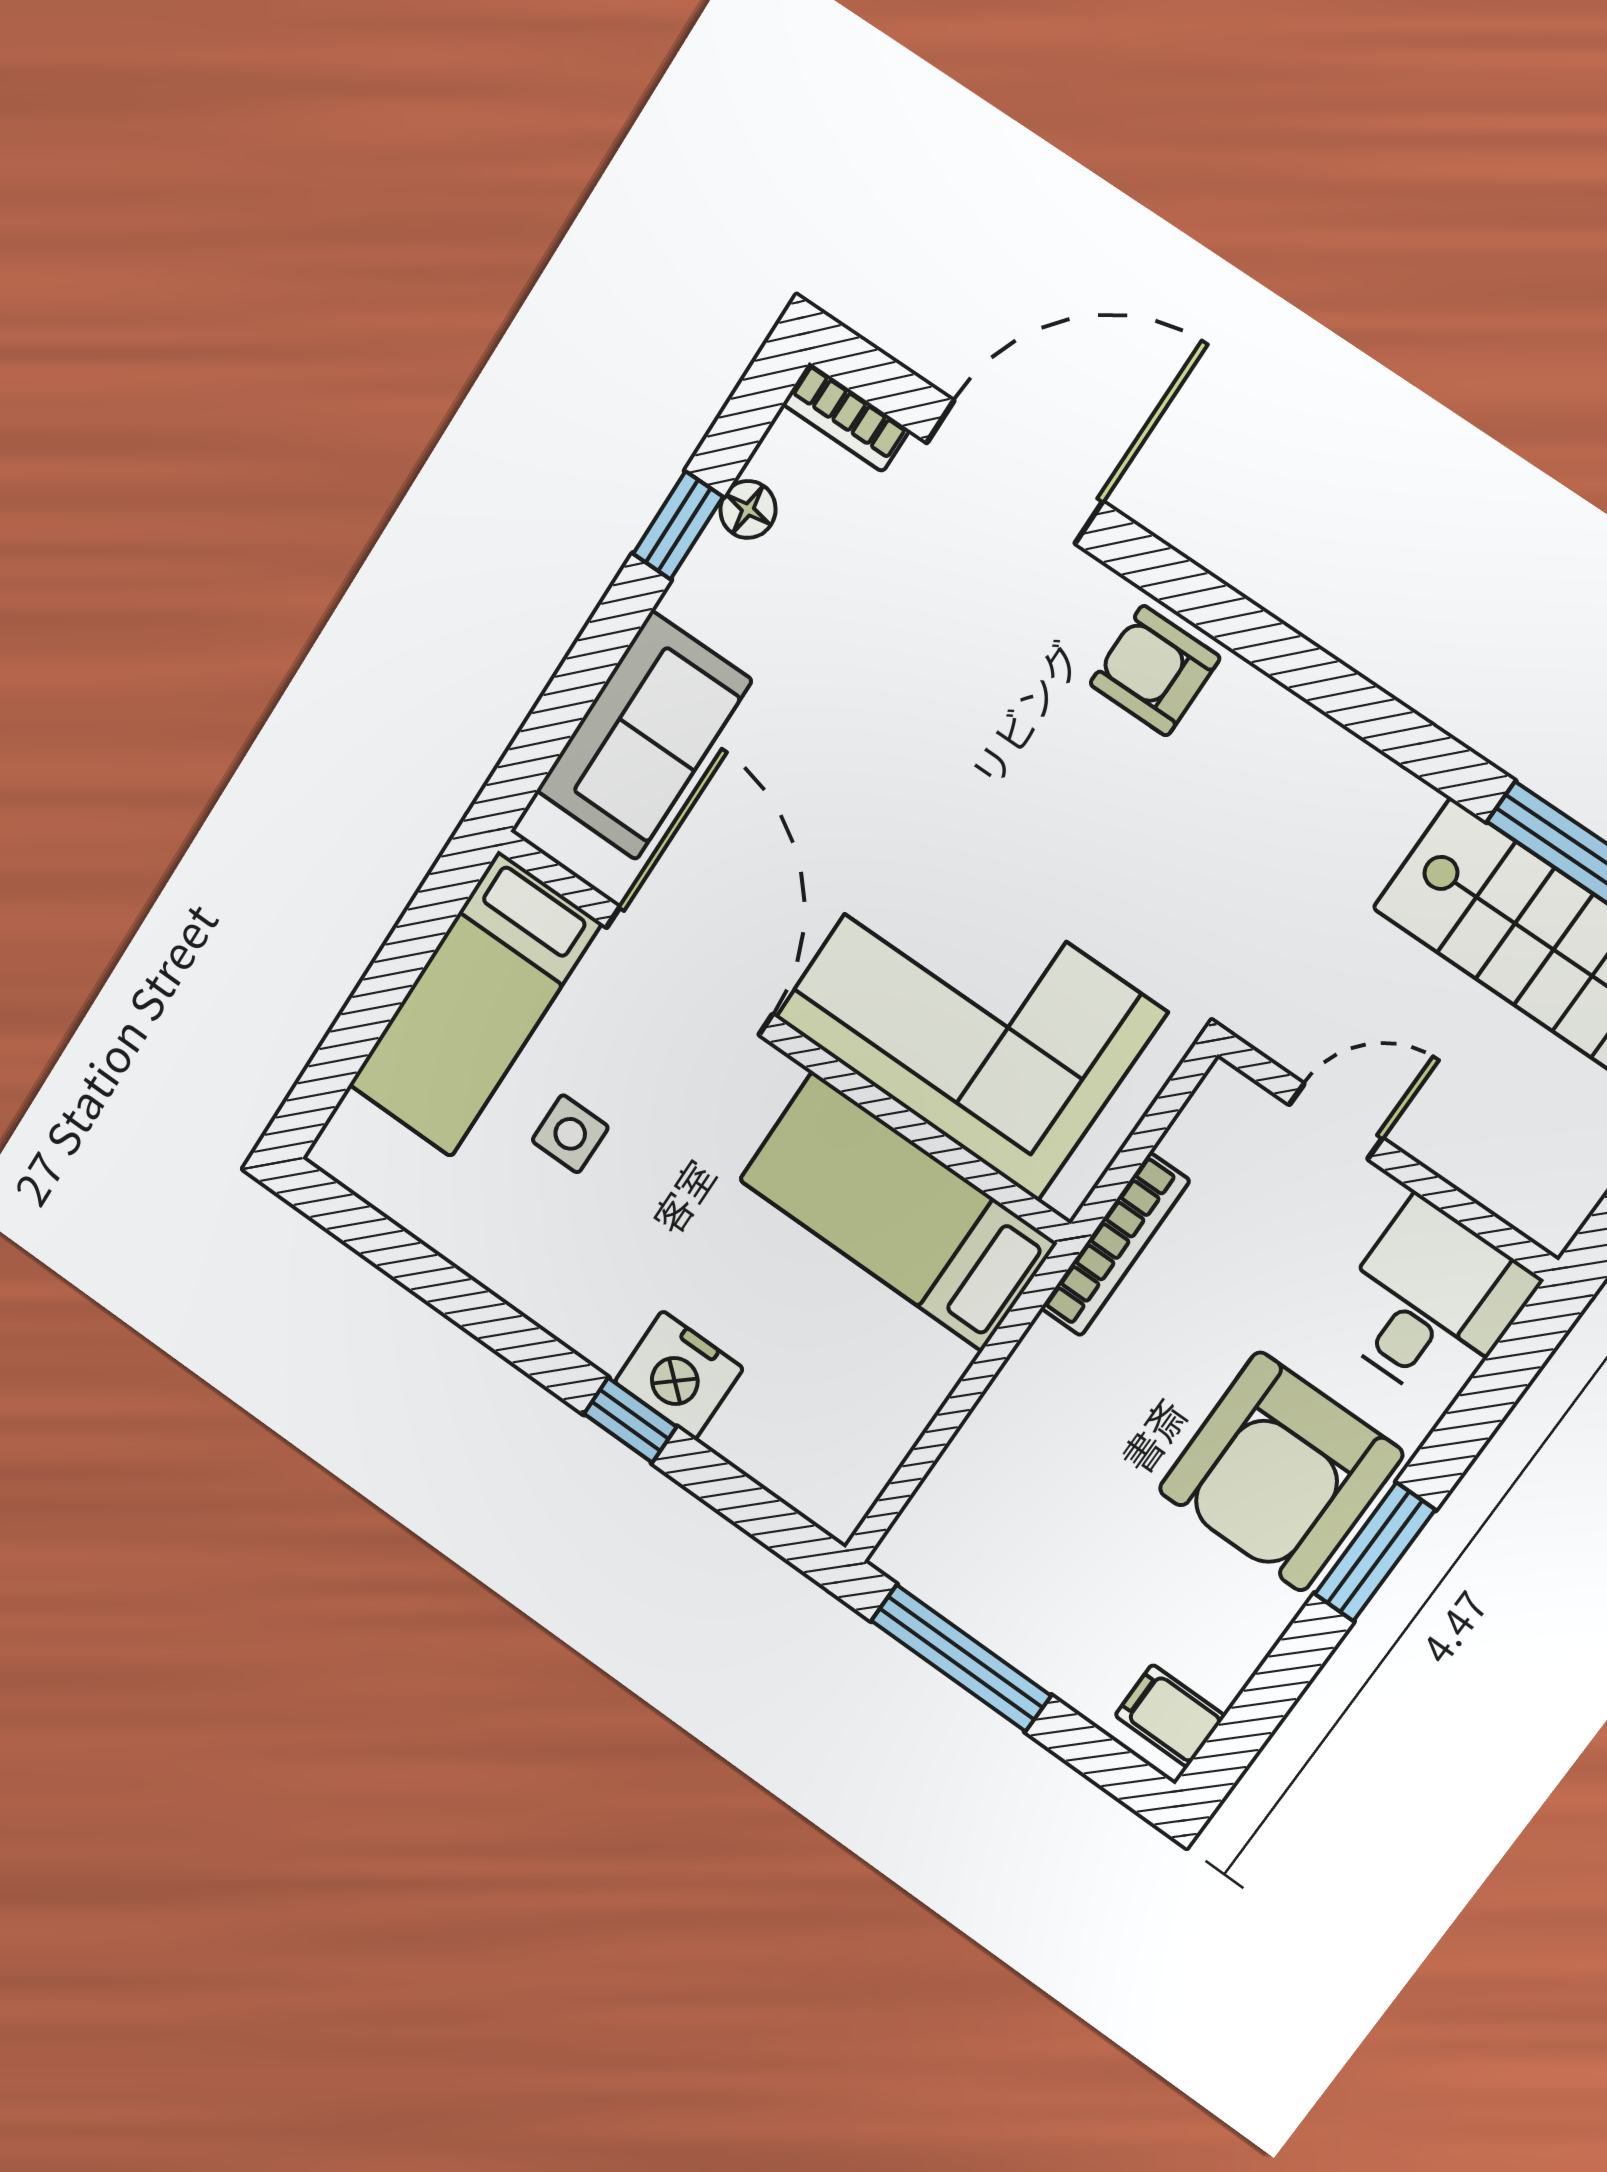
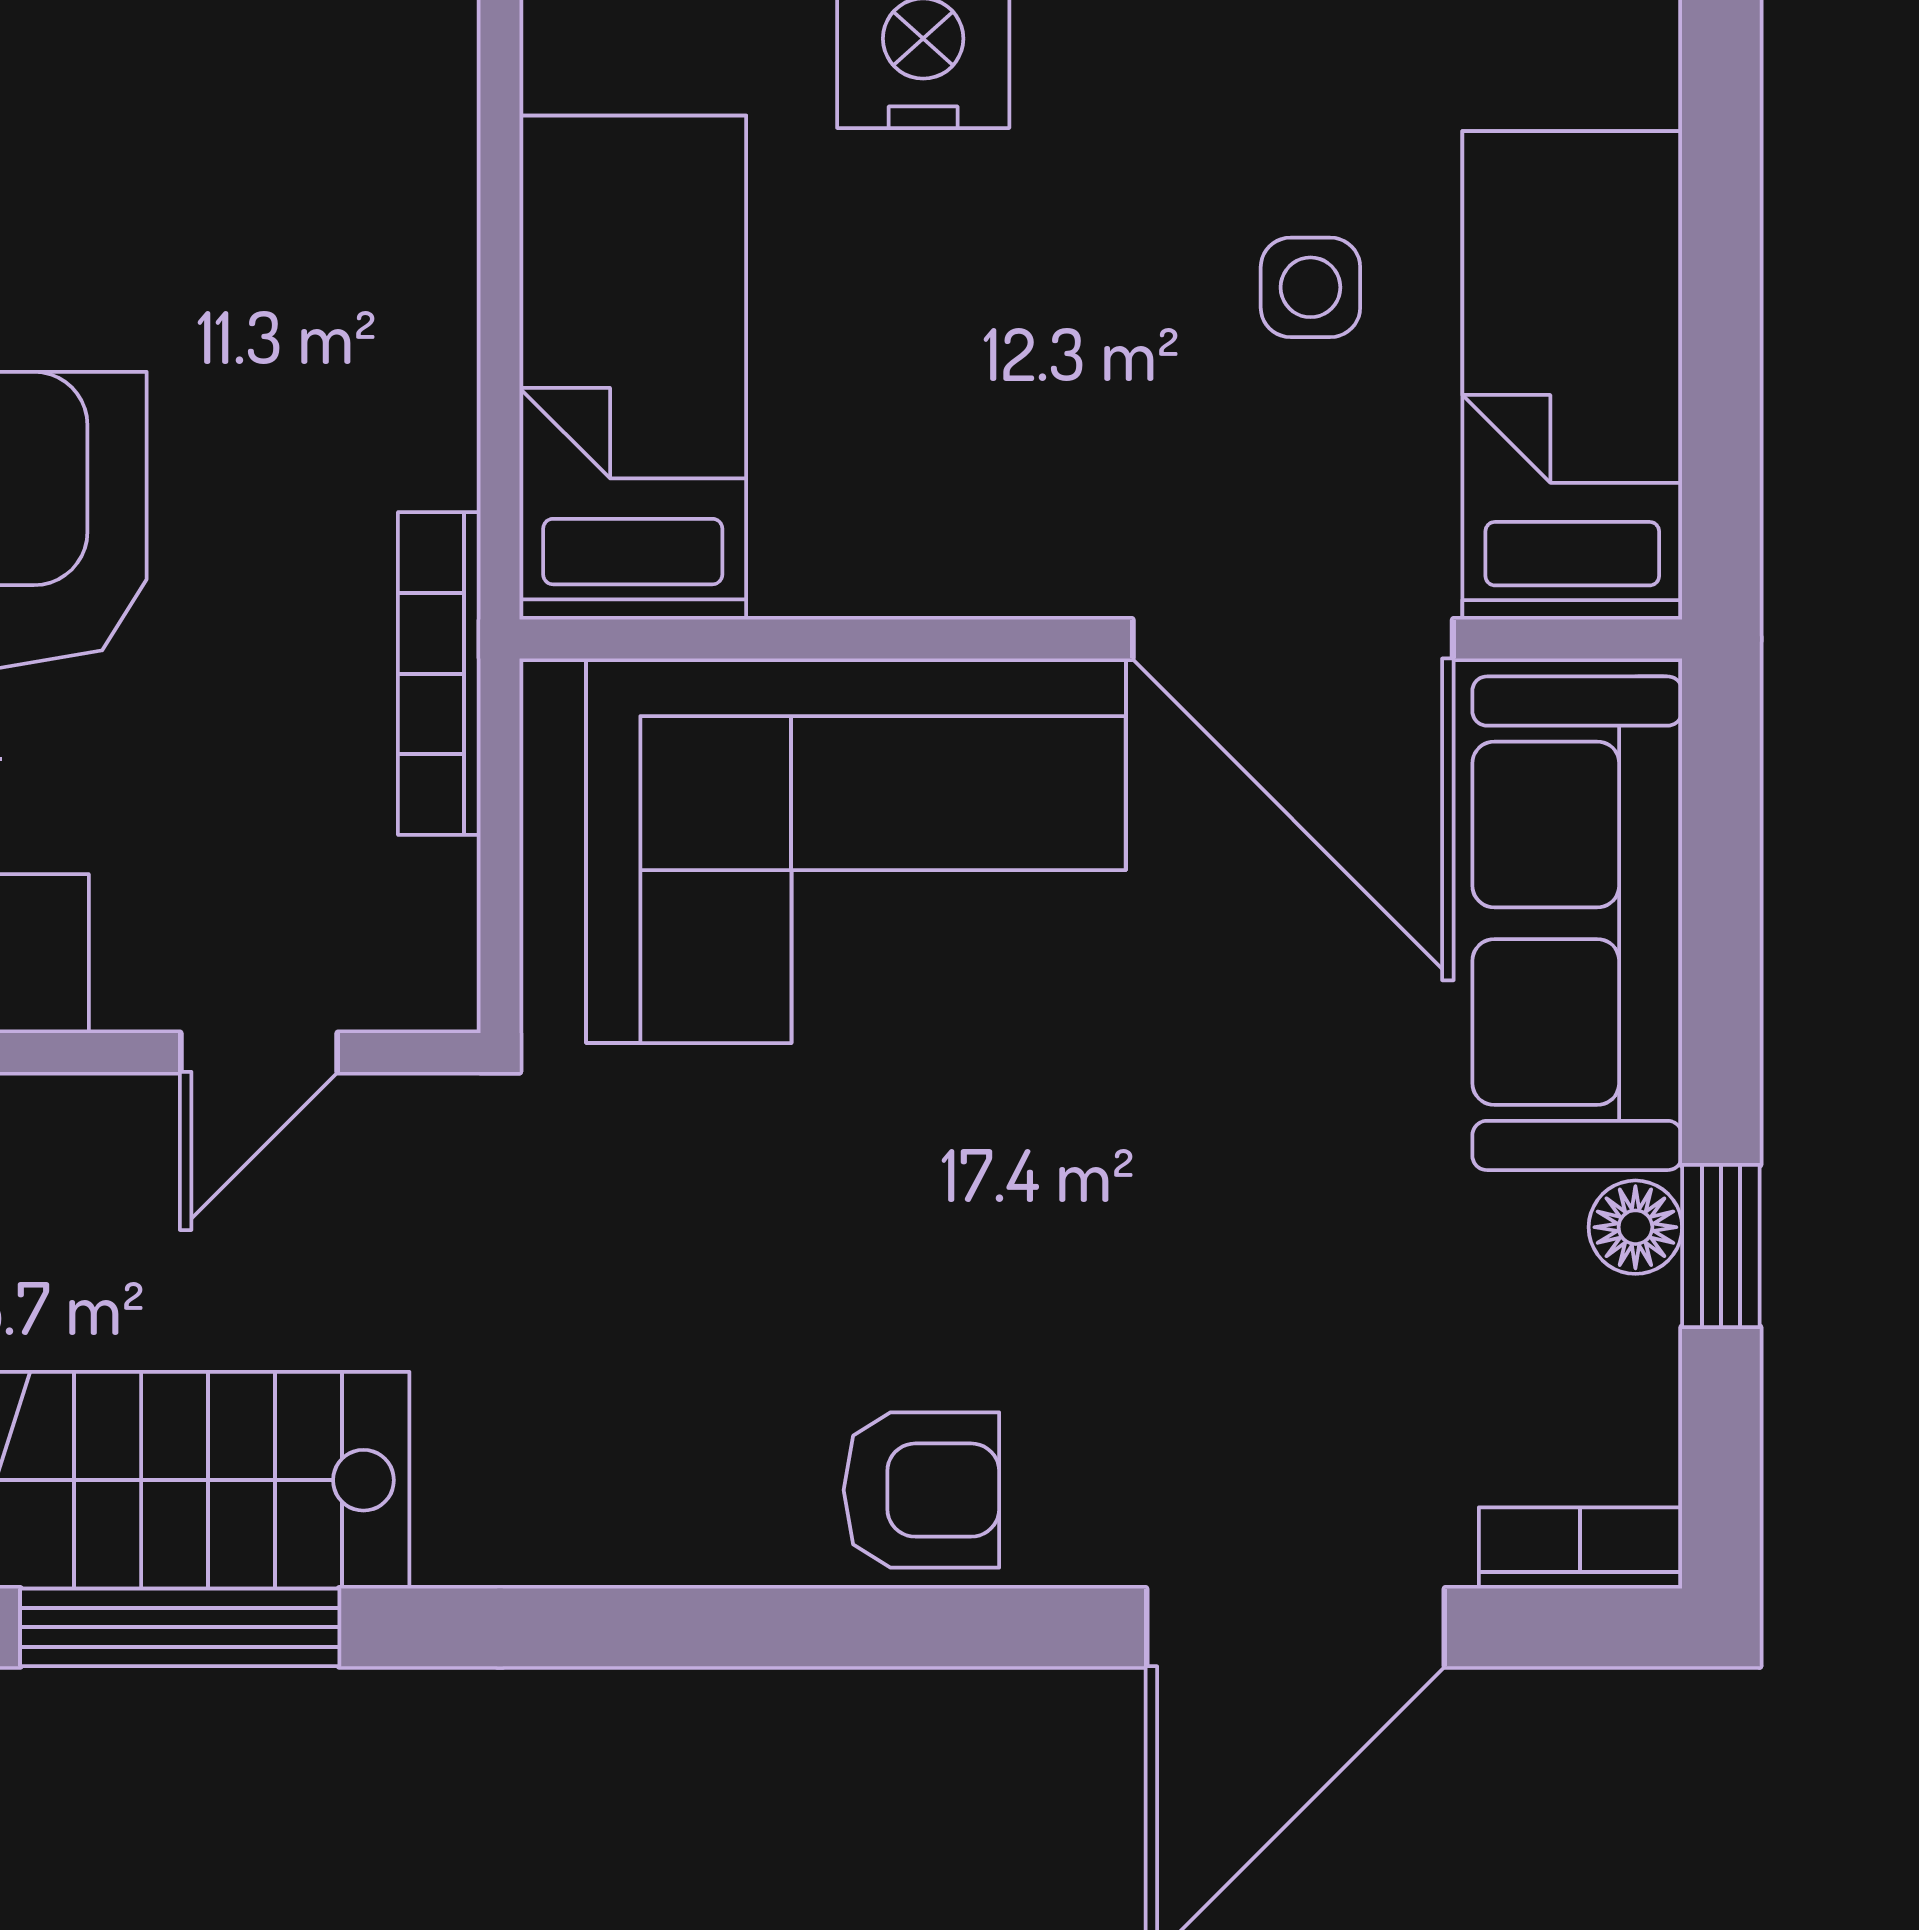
floor lamp: (748, 509) -> (1635, 1227), moved
sofa: (644, 736) -> (1577, 923), width x1.36
bed: (897, 1211) -> (633, 368), moved, turned -90

